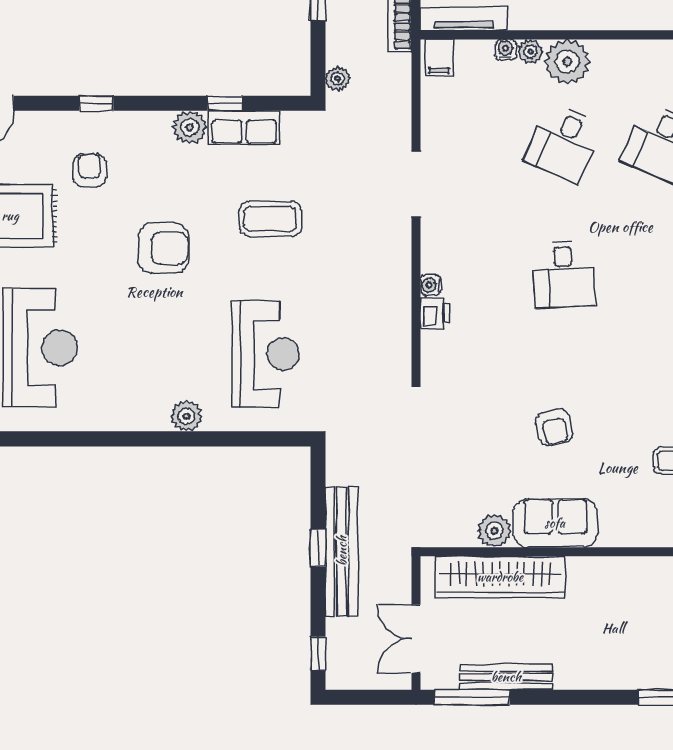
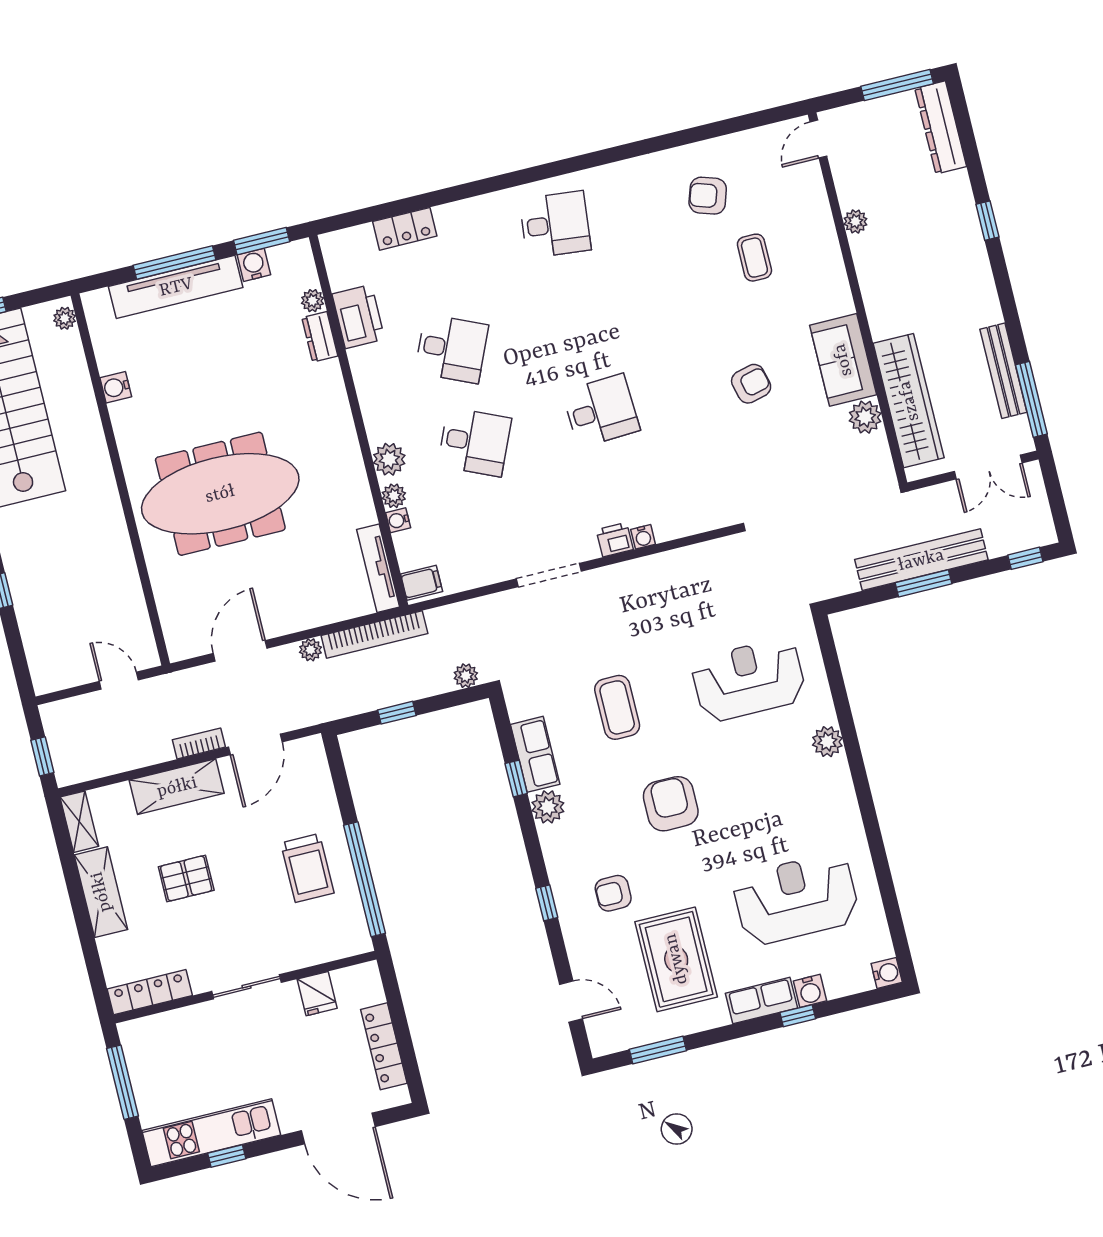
plant: (567, 62) -> (389, 459), width x0.73, depth x0.73
printer: (435, 313) -> (615, 540), moved
window: (318, 548) -> (924, 583), width x1.50

